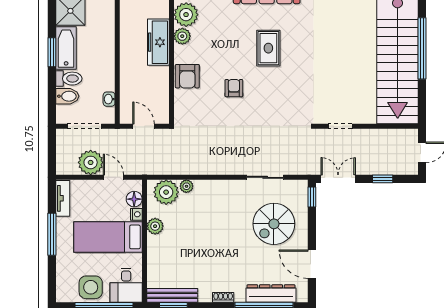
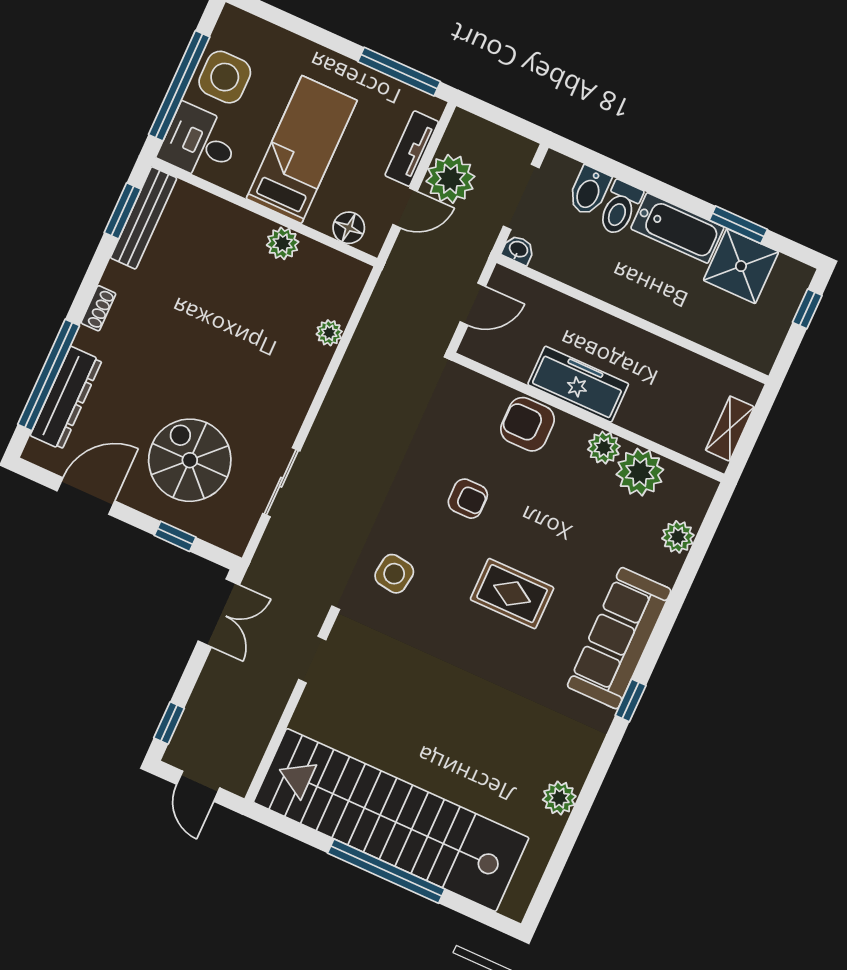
freezer: (158, 42) -> (578, 384), moved
window: (52, 52) -> (738, 225), moved
washbasin: (109, 99) -> (518, 250), moved
side table: (284, 106) -> (394, 574), added
window: (383, 179) -> (169, 723), moved
plant: (166, 192) -> (335, 291), removed
window: (312, 197) -> (175, 536), moved
tv unit: (63, 198) -> (412, 149), moved, turned 90
nightstand: (136, 214) -> (319, 219), removed
window: (52, 234) -> (399, 72), moved

